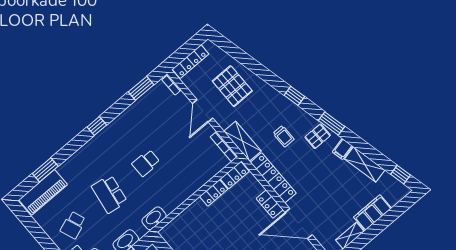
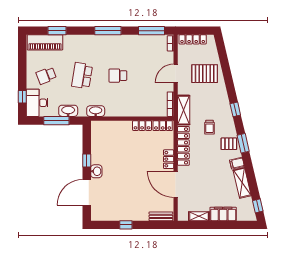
pallet: (232, 86) -> (205, 74), turned 90
window: (141, 88) -> (152, 31), width x1.44
window: (97, 126) -> (108, 31), width x2.17

